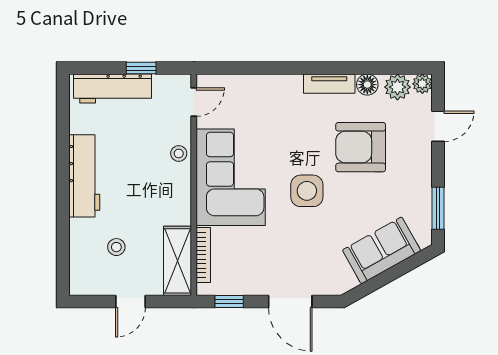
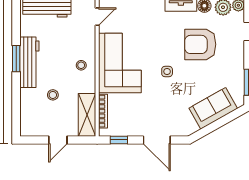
stool: (179, 153) -> (81, 65), moved
window: (63, 170) -> (16, 59), added
side table: (307, 191) -> (167, 72), width x0.54, depth x0.54
stool: (116, 247) -> (53, 95), moved

